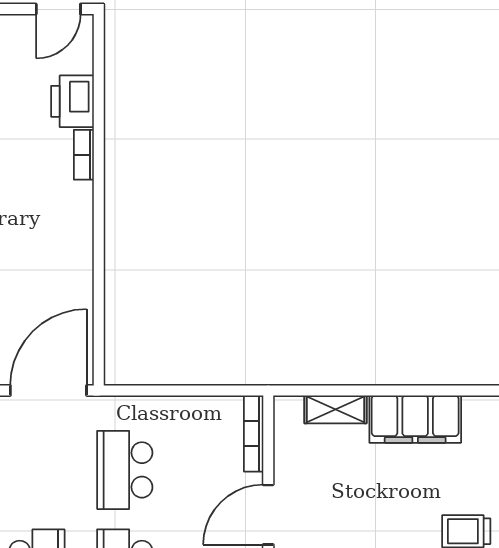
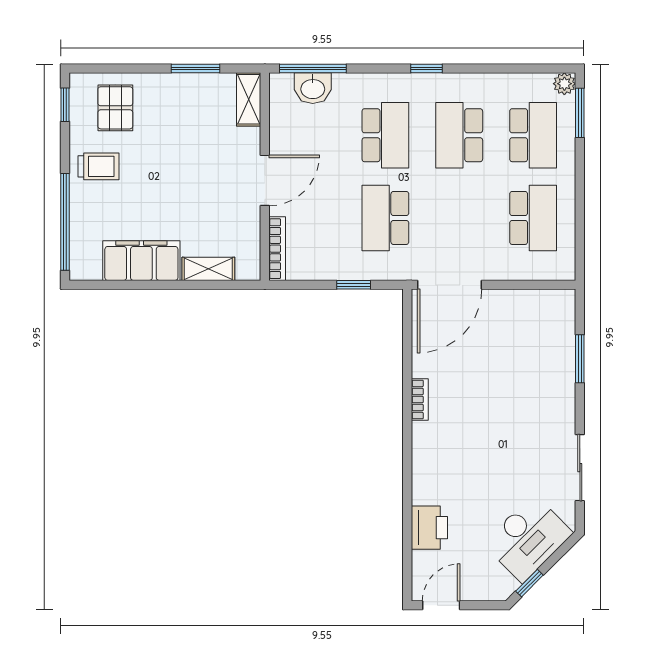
bookcase: (84, 155) -> (420, 399), moved
window: (163, 390) -> (354, 285), added
school desk: (125, 470) -> (385, 218), turned 180

